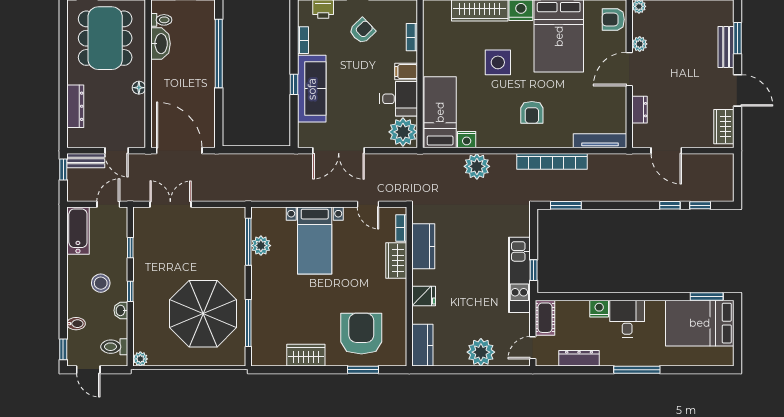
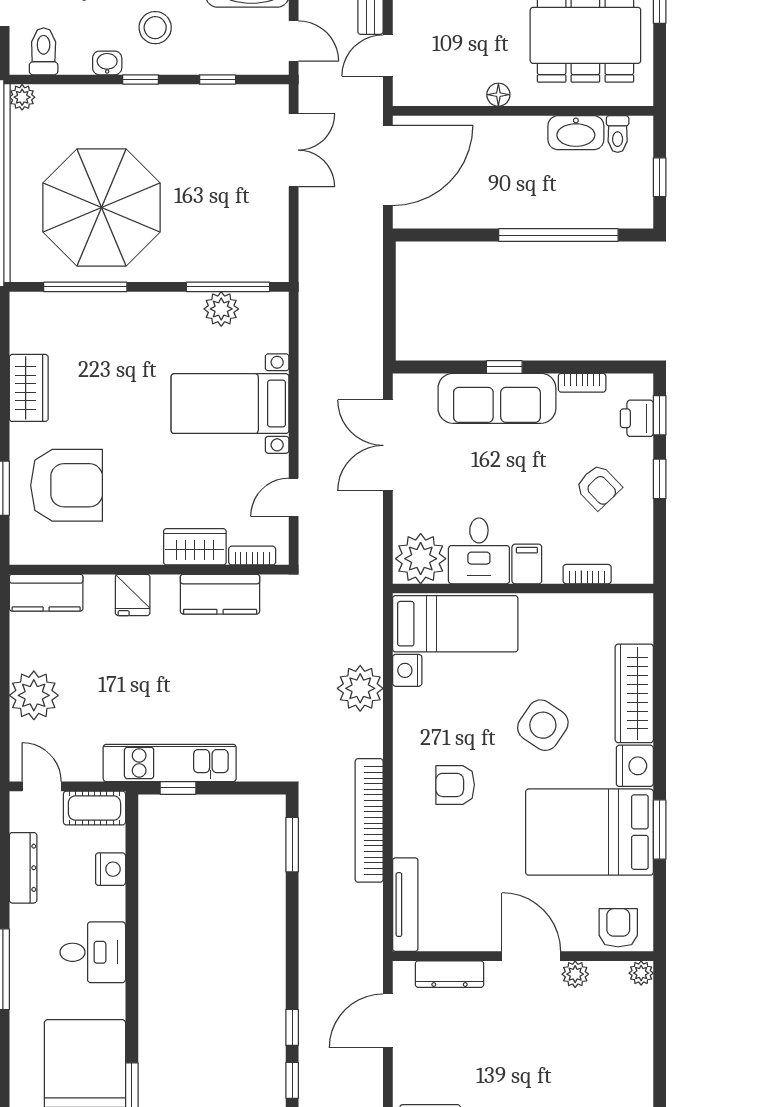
side table: (498, 62) -> (543, 725), turned 34
dresser: (640, 110) -> (449, 974), width x1.44
nightstand: (599, 309) -> (111, 869), moved

